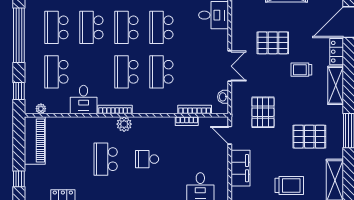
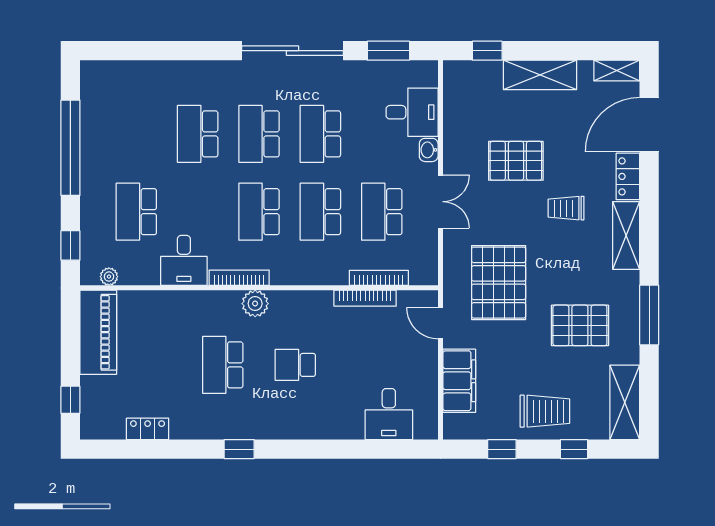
school desk: (56, 27) -> (382, 212), moved
washbasin: (223, 97) -> (429, 150), moved
pallet: (263, 112) -> (499, 283), width x1.37, depth x1.41
bookcase: (187, 121) -> (365, 298), width x1.56

